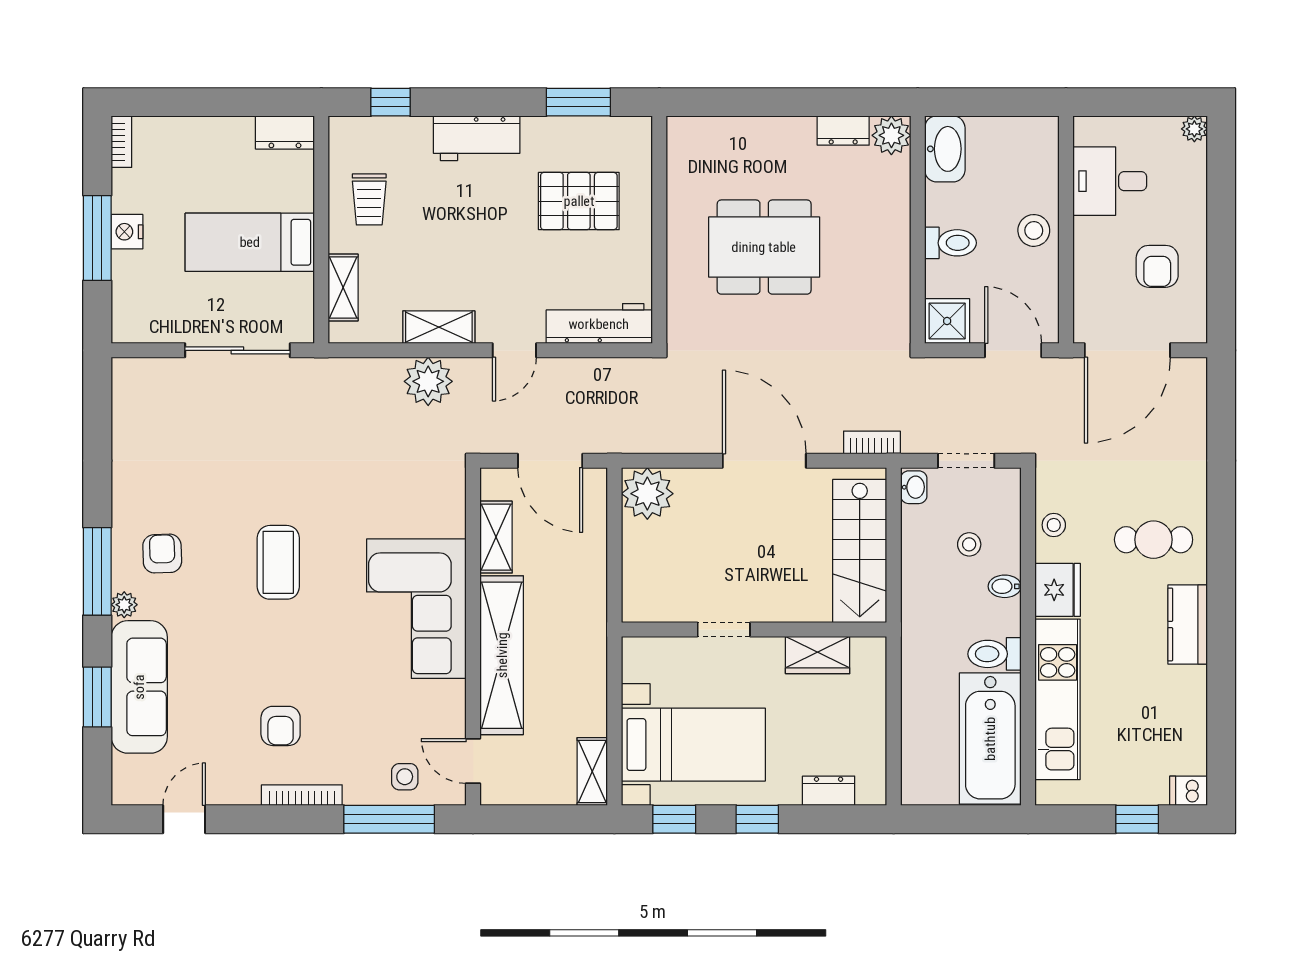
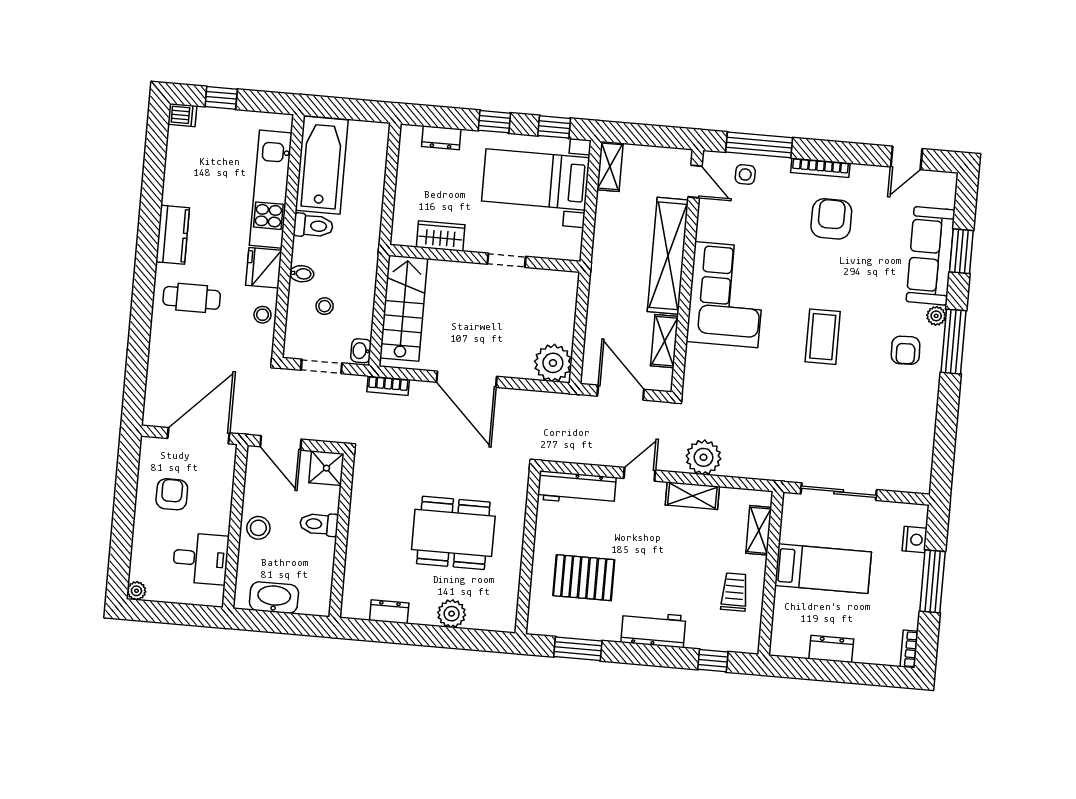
dresser: (285, 133) -> (831, 649), moved
plant: (891, 135) -> (452, 614), moved
washbasin: (945, 149) -> (274, 598), moved, turned 90
nightstand: (127, 232) -> (915, 540), moved
armchair: (281, 726) -> (831, 219), width x1.38, depth x1.38

